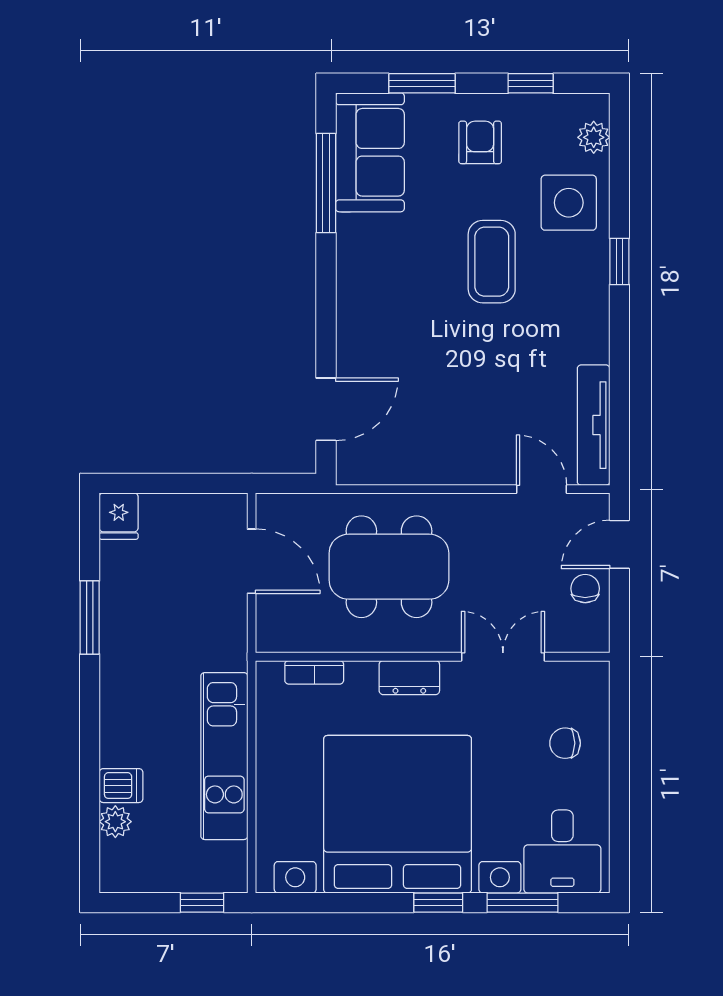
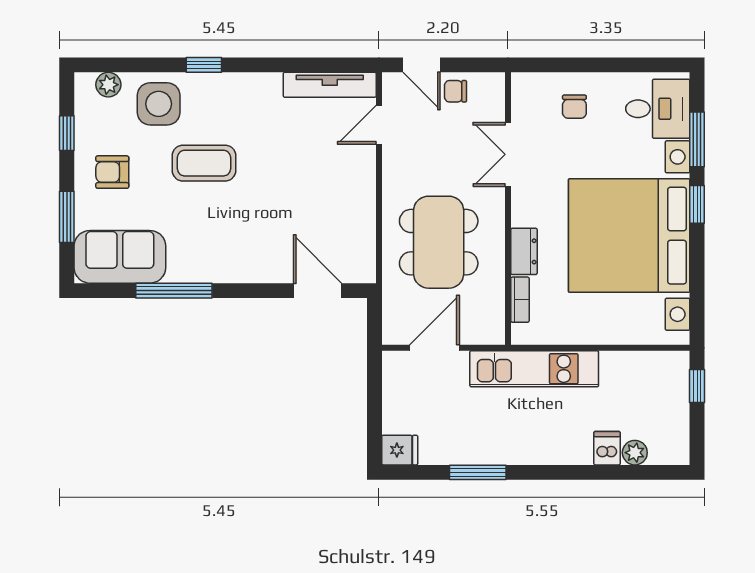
window: (326, 183) -> (174, 291), moved
dresser: (409, 678) -> (524, 251), moved
kitchen unit: (224, 756) -> (534, 369), moved

